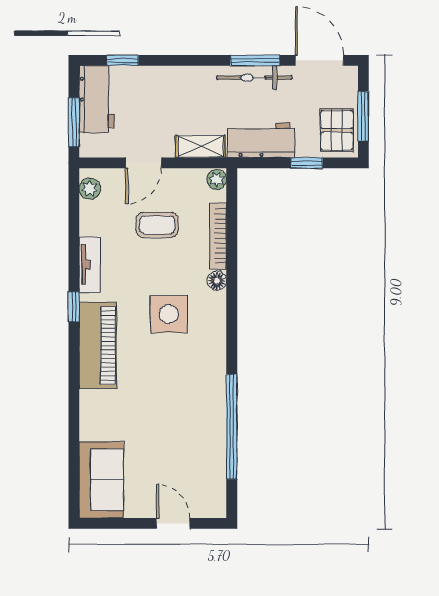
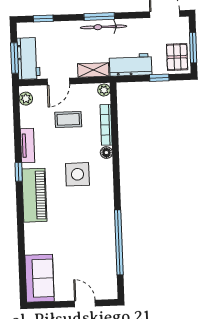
window: (255, 60) -> (99, 16), moved
bicycle: (255, 77) -> (103, 27), moved
workbench: (96, 99) -> (28, 59), moved

